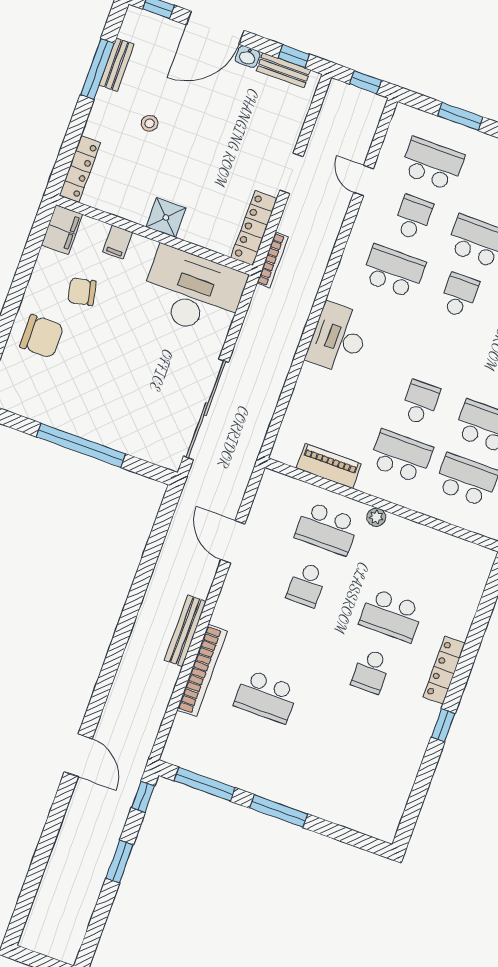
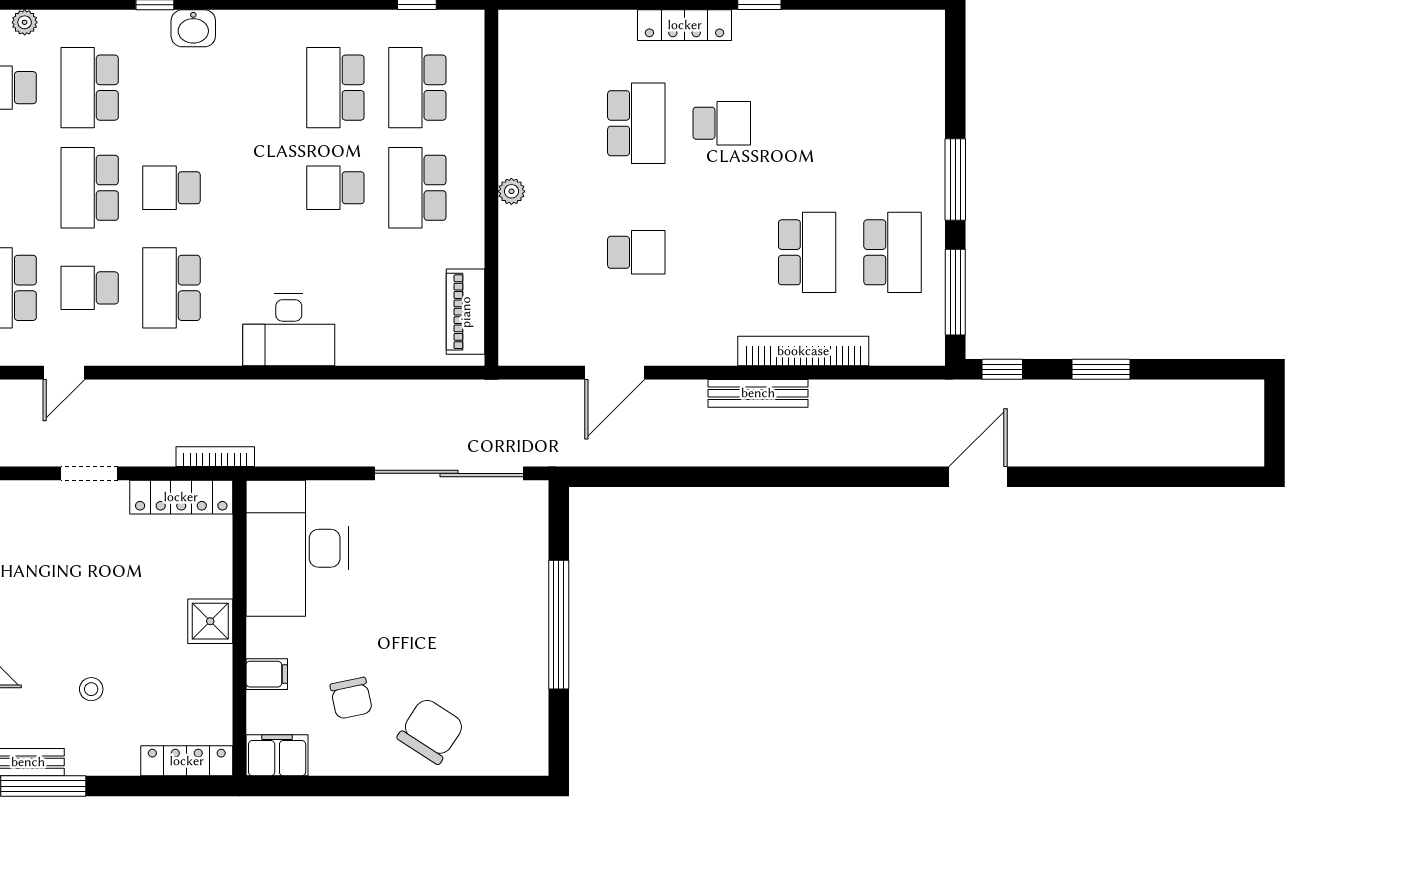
chair: (42, 336) -> (431, 731), turned 33
piano: (329, 466) -> (466, 312), moved
school desk: (327, 529) -> (892, 252), moved

